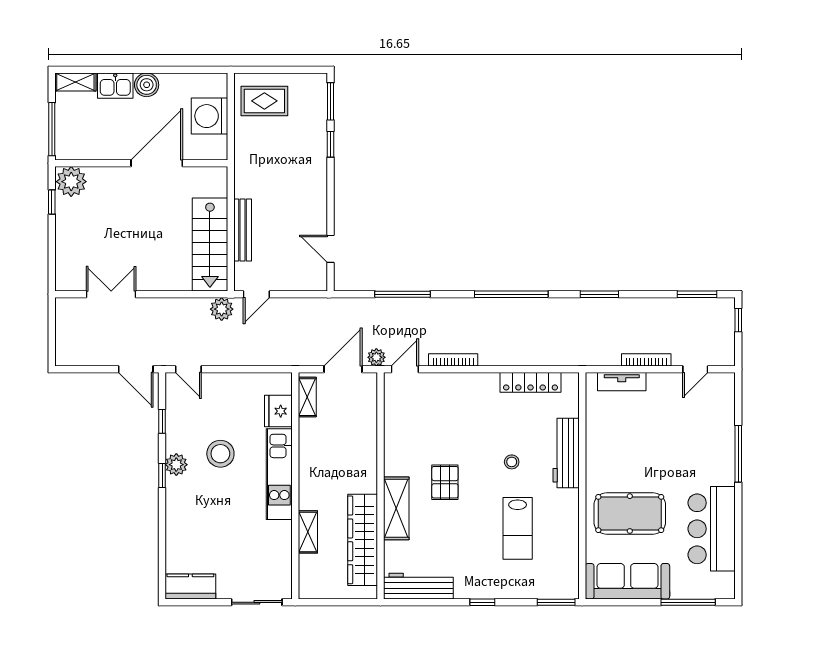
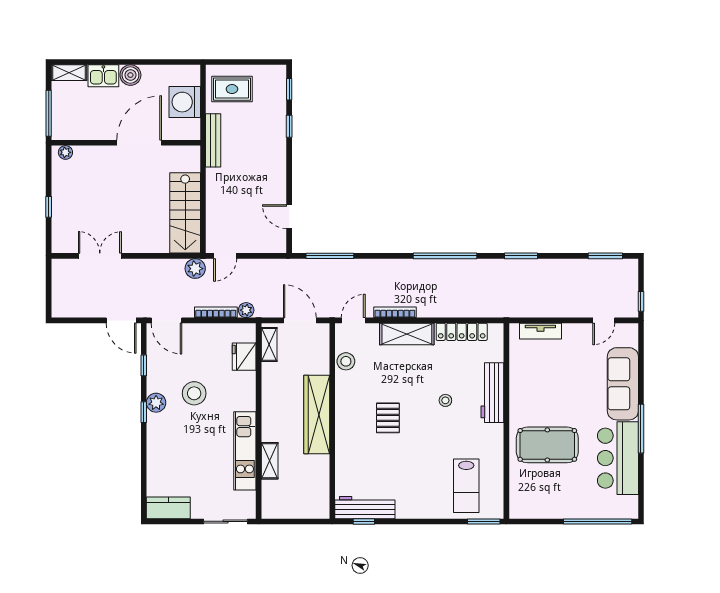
window: (331, 101) -> (289, 89), width x0.67
plant: (71, 182) -> (65, 152), width x0.53, depth x0.53
window: (52, 202) -> (49, 207), moved
bench: (243, 230) -> (213, 140), moved
window: (403, 294) -> (330, 256), moved
window: (738, 320) -> (641, 301), moved
plant: (376, 357) -> (246, 310), moved
bookcase: (646, 360) -> (216, 312), moved
door: (188, 369) -> (166, 320), width x1.38
door: (343, 369) -> (300, 320), hinge flipped
stool: (396, 417) -> (346, 361), added
window: (738, 454) -> (641, 429), moved
kitchen unit: (279, 474) -> (245, 451), moved
shelving: (396, 508) -> (407, 334), moved, turned 90
lab bench: (518, 528) -> (466, 486), moved
wardrobe: (363, 540) -> (317, 415), moved
sofa: (627, 581) -> (623, 384), moved, turned -90
window: (482, 602) -> (364, 521), moved
window: (688, 602) -> (598, 521), width x1.46

